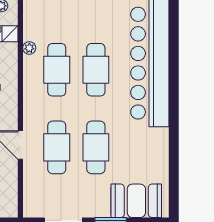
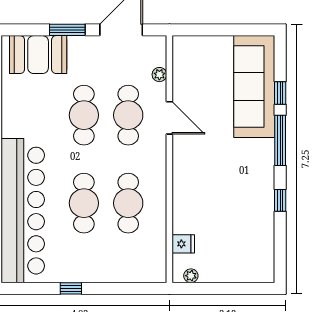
plant: (29, 48) -> (159, 75), moved

